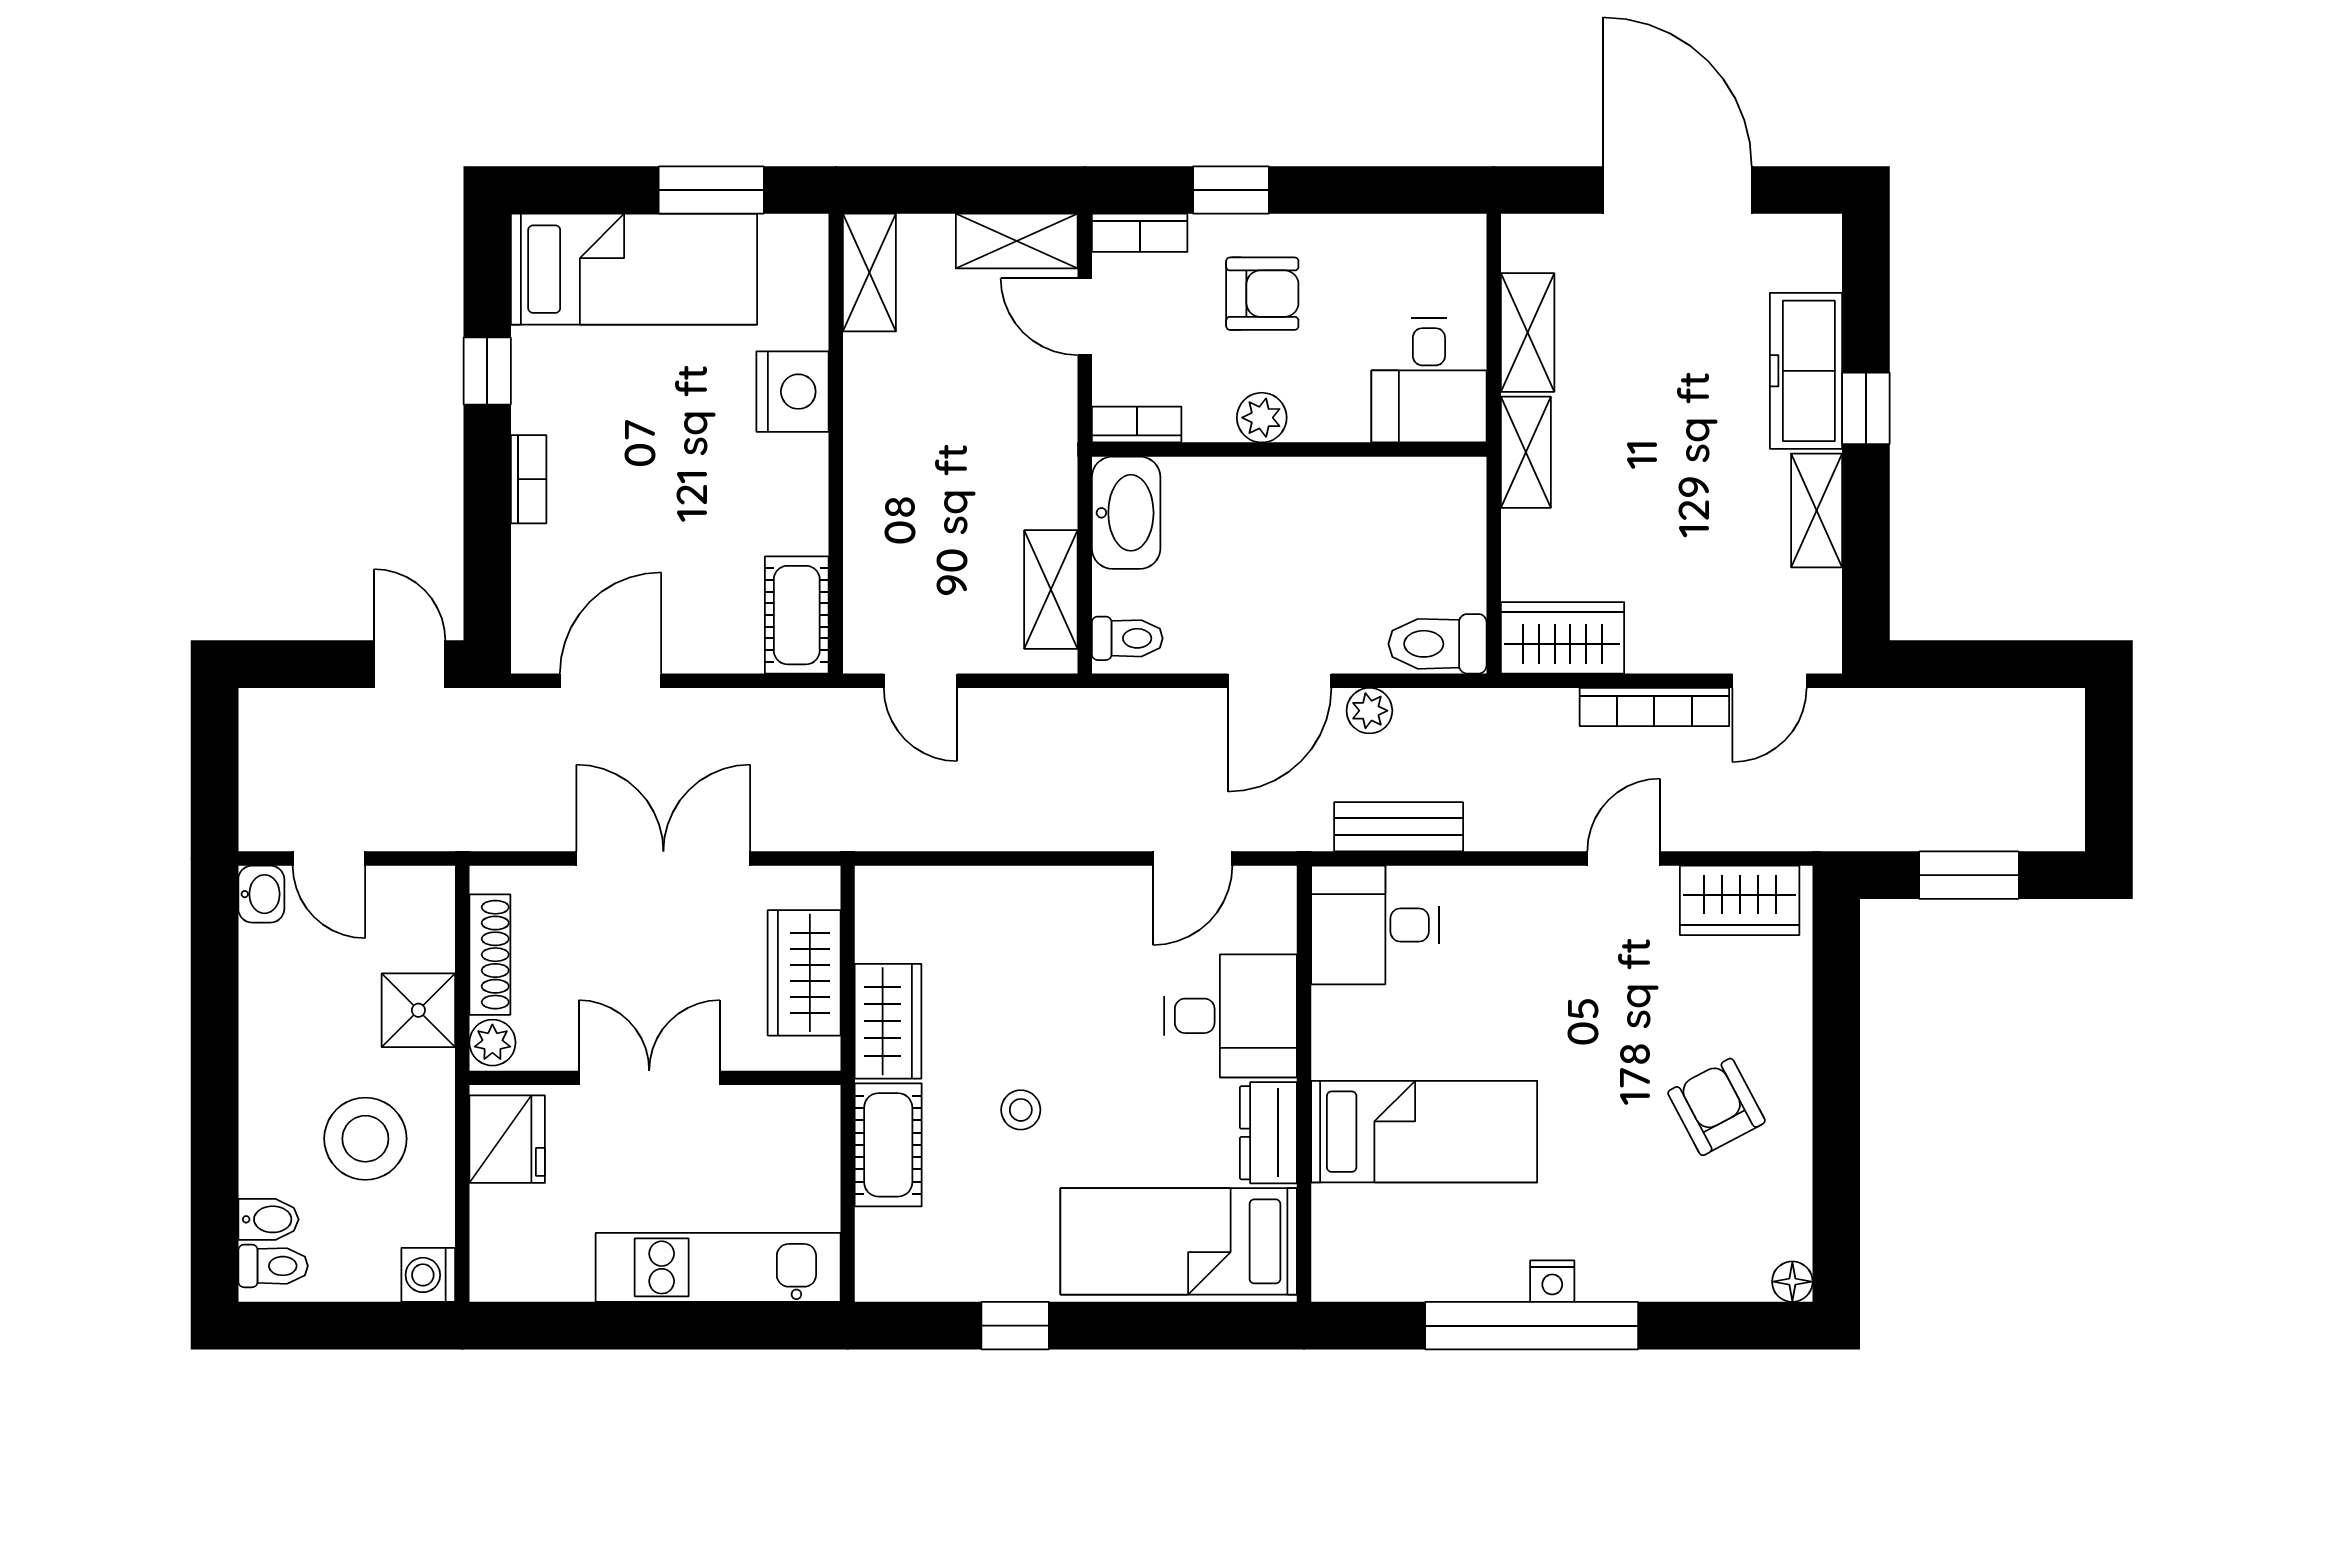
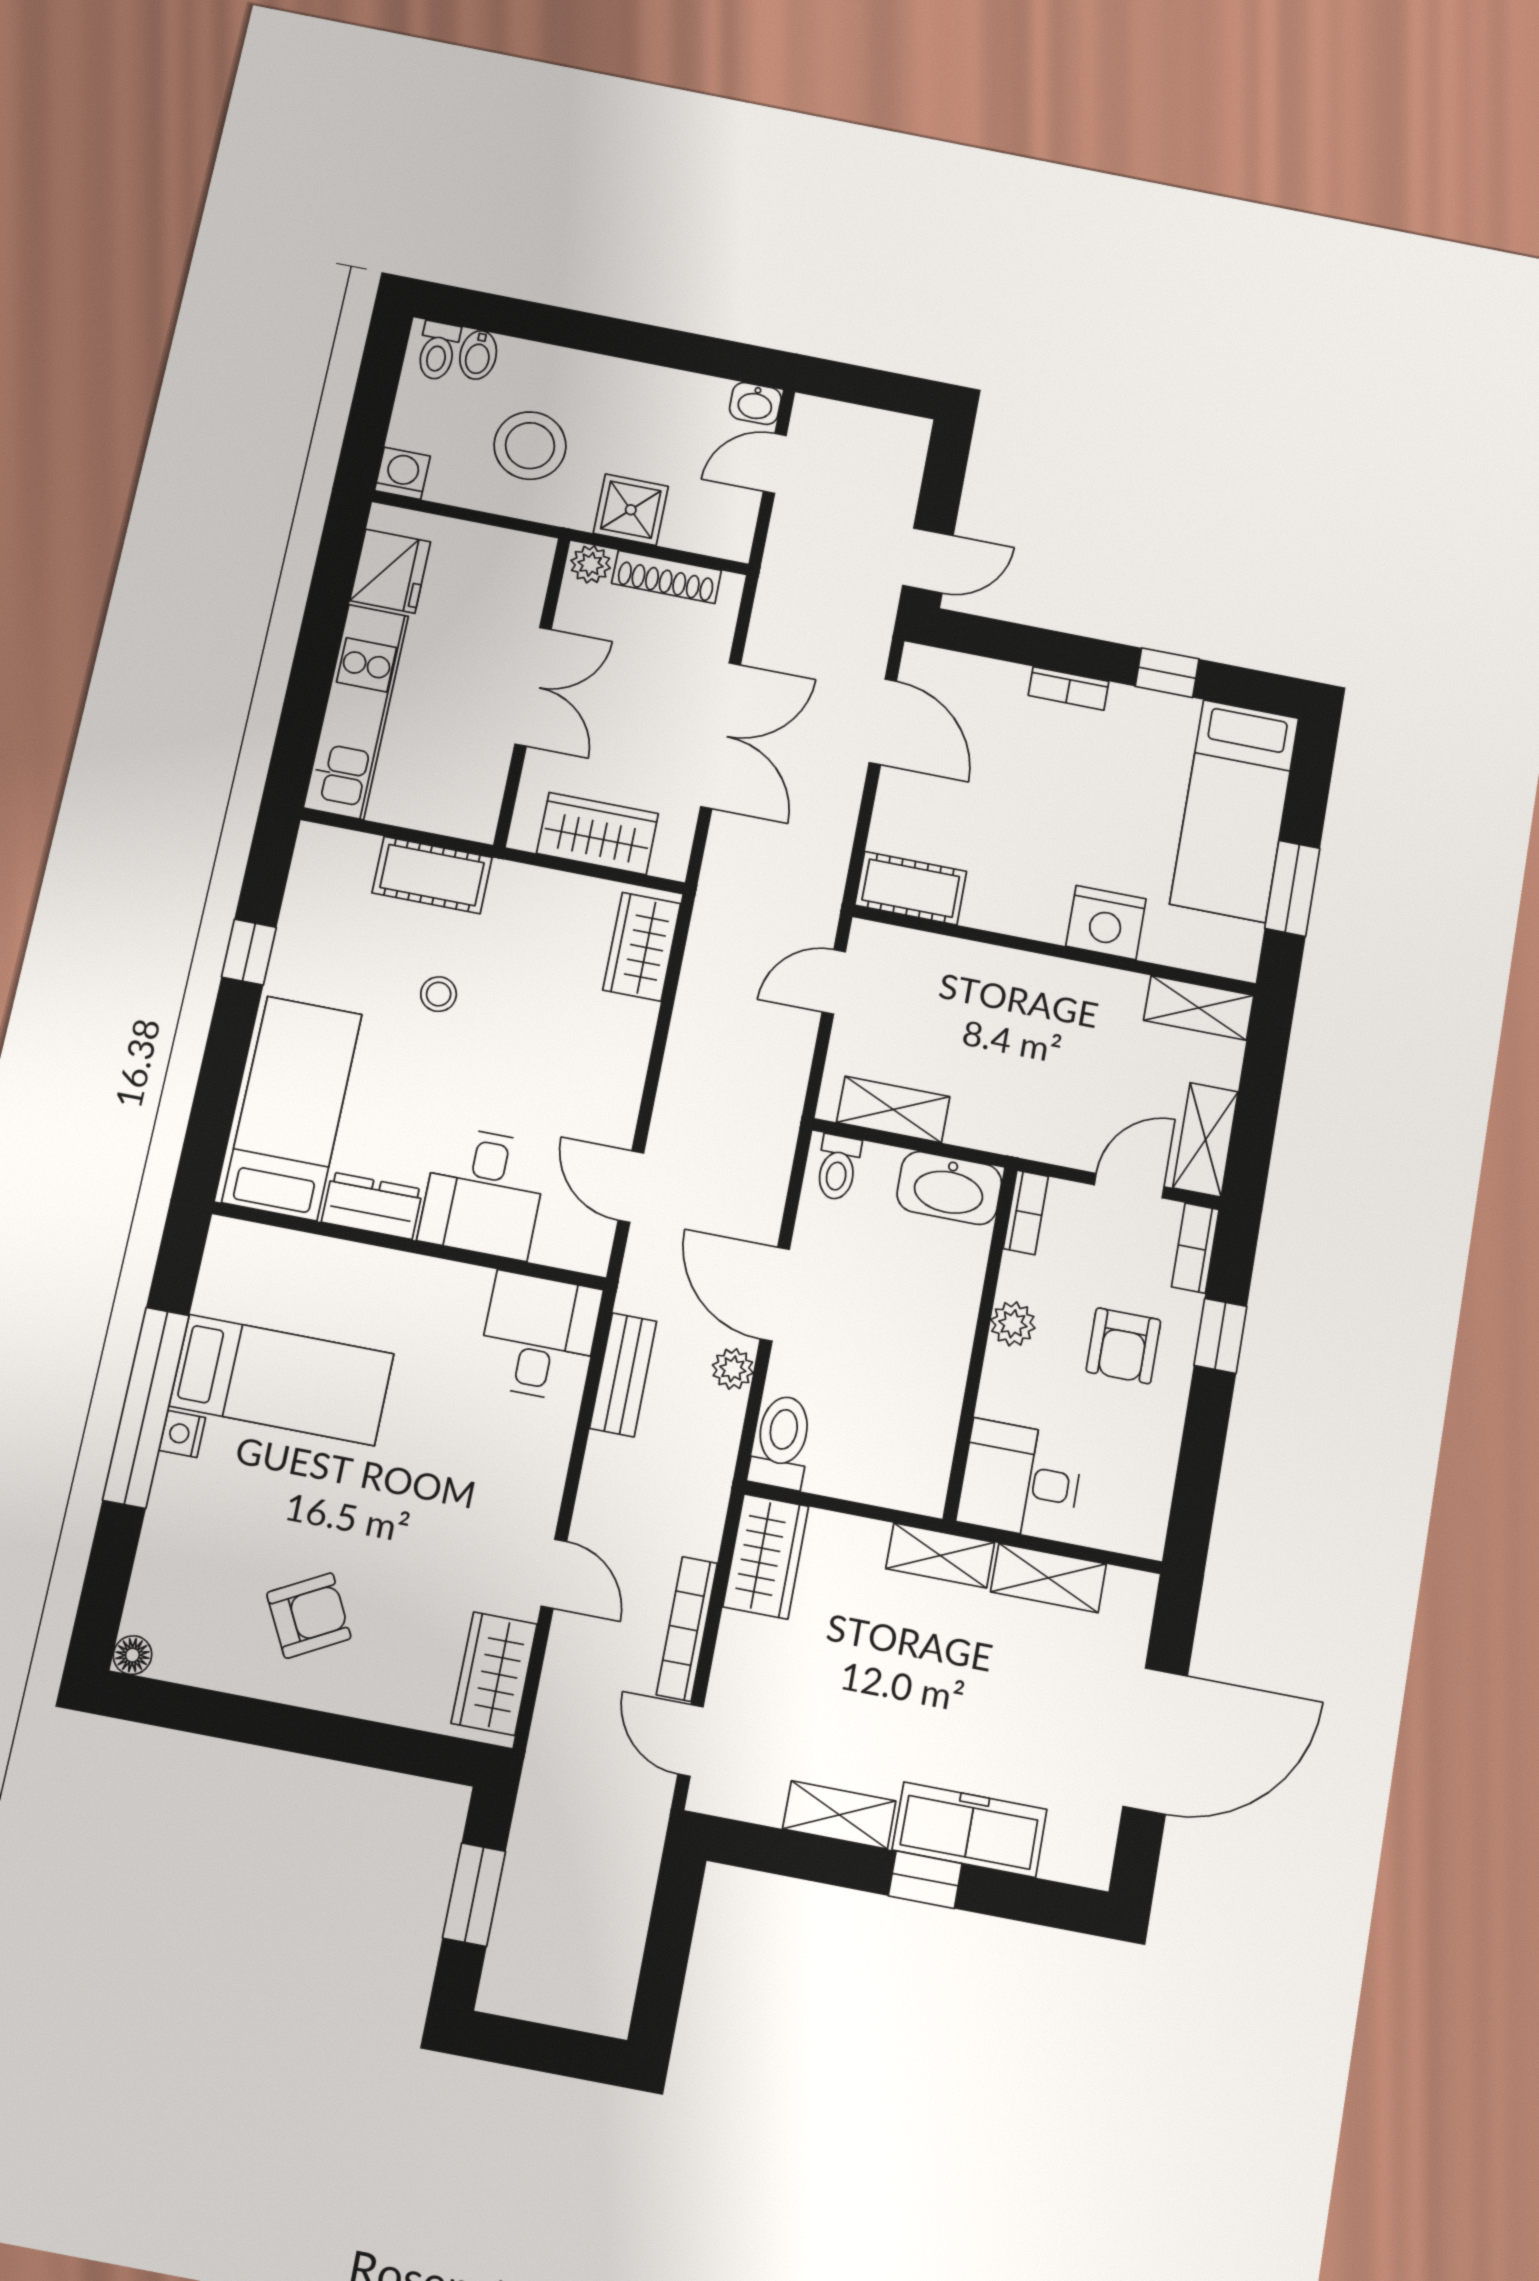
wardrobe: (888, 1021) -> (642, 947), moved, turned 90
bed: (1424, 1132) -> (282, 1380), moved, turned -90
fridge: (507, 1139) -> (390, 571), moved, turned -90

